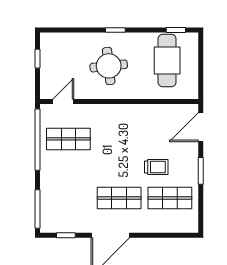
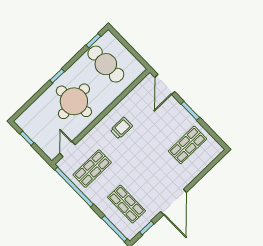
round table: (109, 66) -> (74, 101), width x1.36, depth x1.36
trolley: (156, 167) -> (121, 128), moved
shop shelf: (119, 198) -> (126, 204), moved, turned 90

